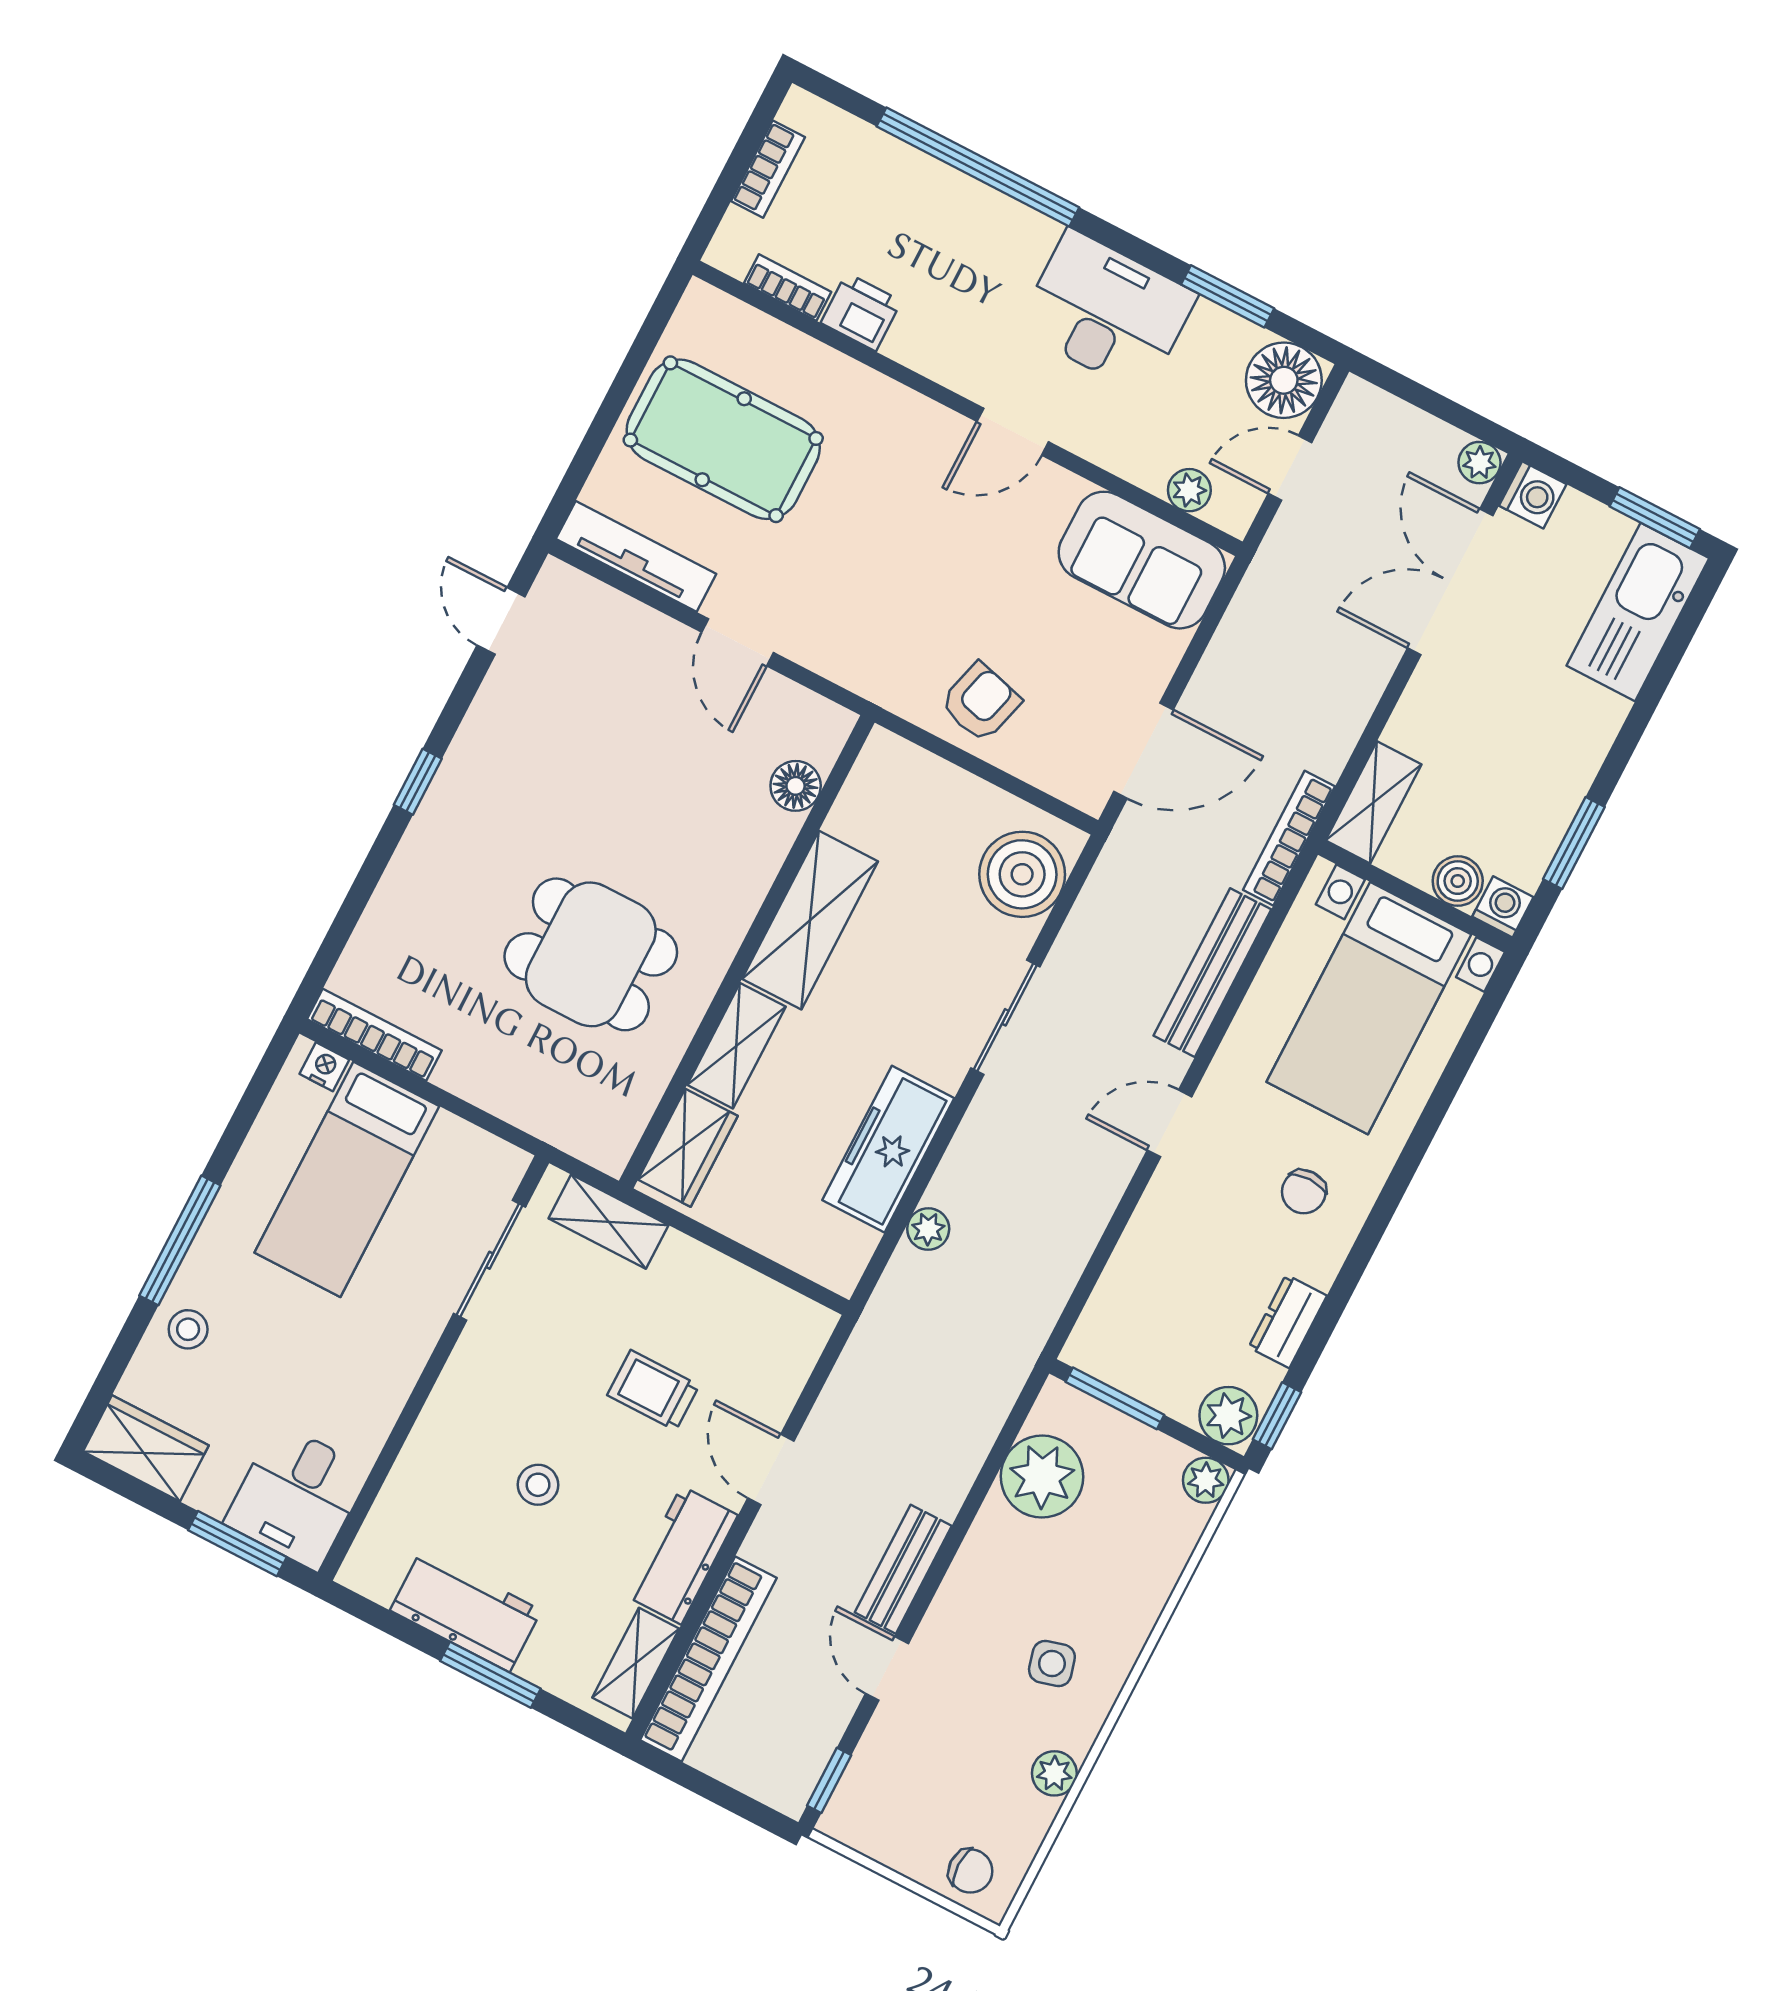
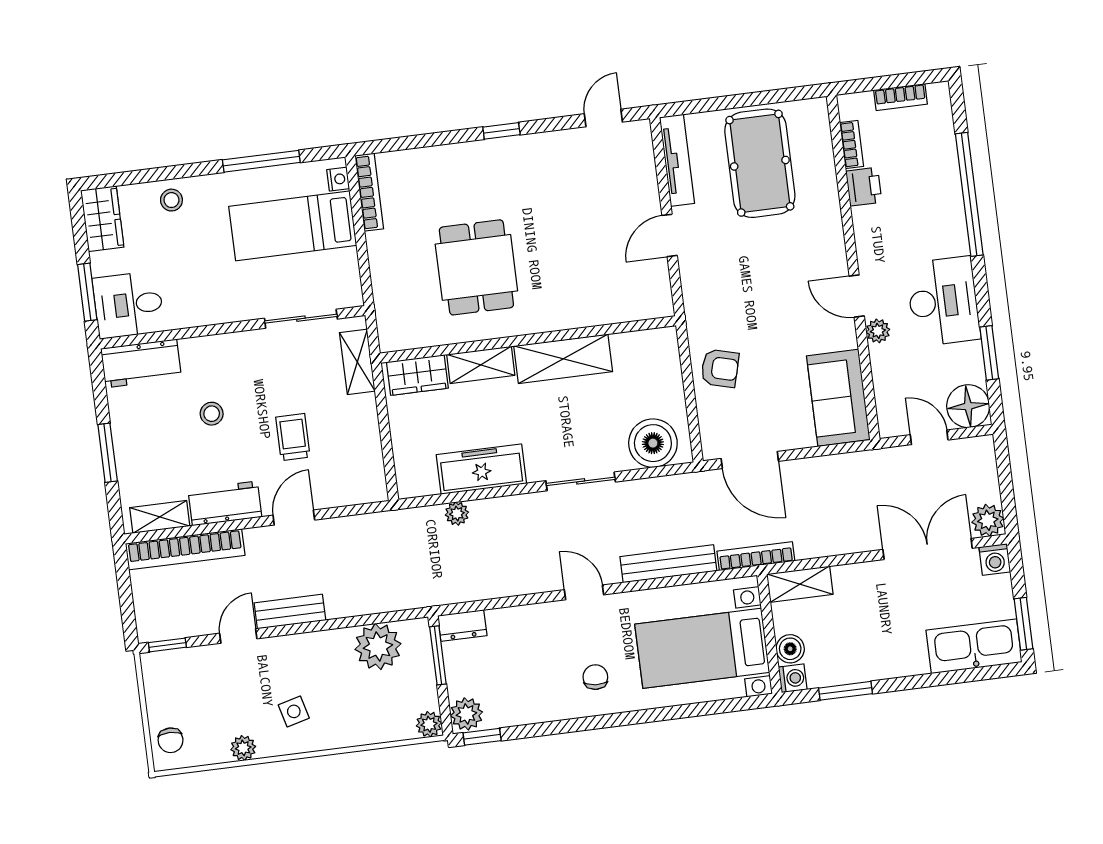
plant: (1480, 463) -> (988, 520), width x1.38, depth x1.38
plant: (1189, 490) -> (878, 331), moved
floor lamp: (796, 786) -> (621, 309), removed
chair: (1304, 1192) -> (595, 677), turned 94
window: (180, 1240) -> (261, 161), moved
dresser: (1288, 1321) -> (462, 626), moved, turned 180
workbench: (466, 1610) -> (141, 363), moved, turned 90

